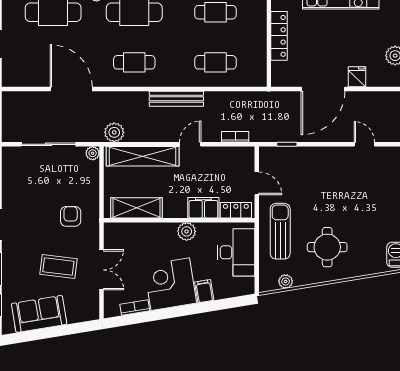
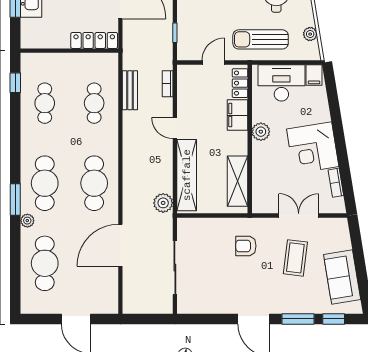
locker: (279, 36) -> (94, 40), moved
cafe table: (134, 62) -> (94, 183), width x1.37, depth x1.35
bench: (176, 99) -> (130, 90), moved, width x0.73
plant: (93, 153) -> (184, 224), removed
filing cabinet: (204, 291) -> (314, 75), moved, turned -81

